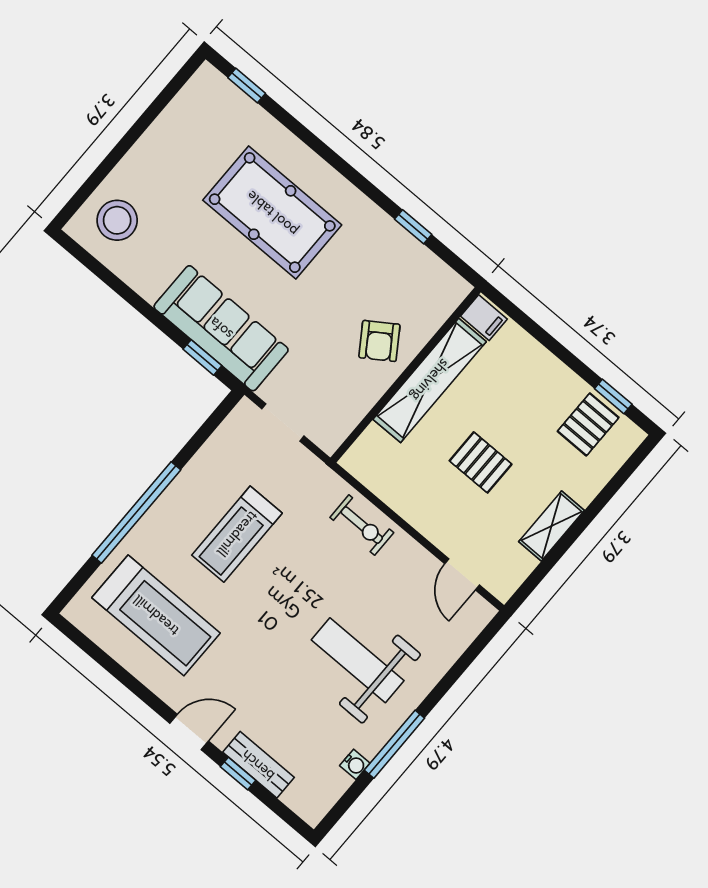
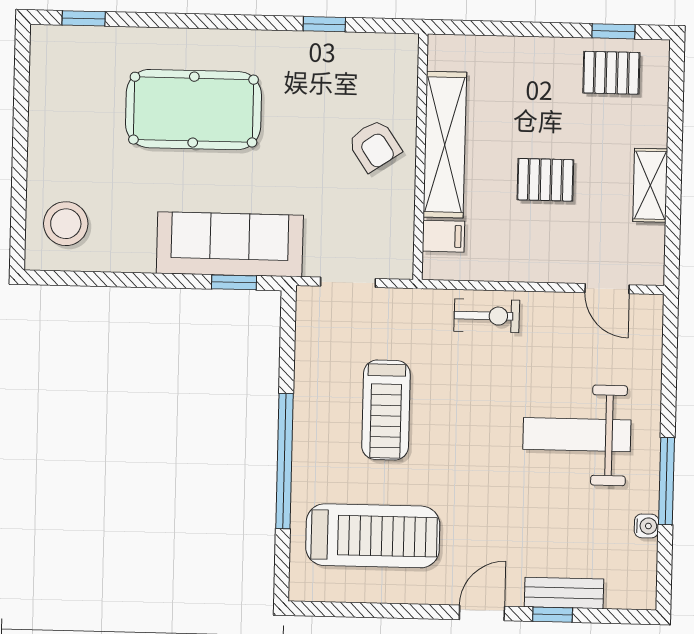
filing cabinet: (484, 318) -> (443, 236), moved
pallet: (588, 424) -> (611, 73), turned 90

